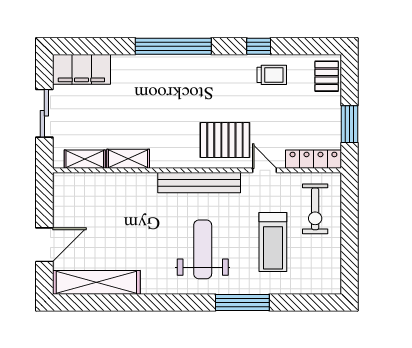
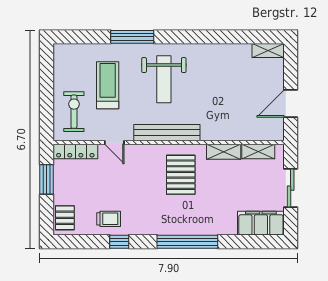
trolley: (272, 75) -> (109, 219), turned 180
pallet: (225, 140) -> (181, 175), moved, turned 90
door: (44, 245) -> (291, 104), moved
shelving: (96, 282) -> (268, 50), width x0.45, depth x0.75

